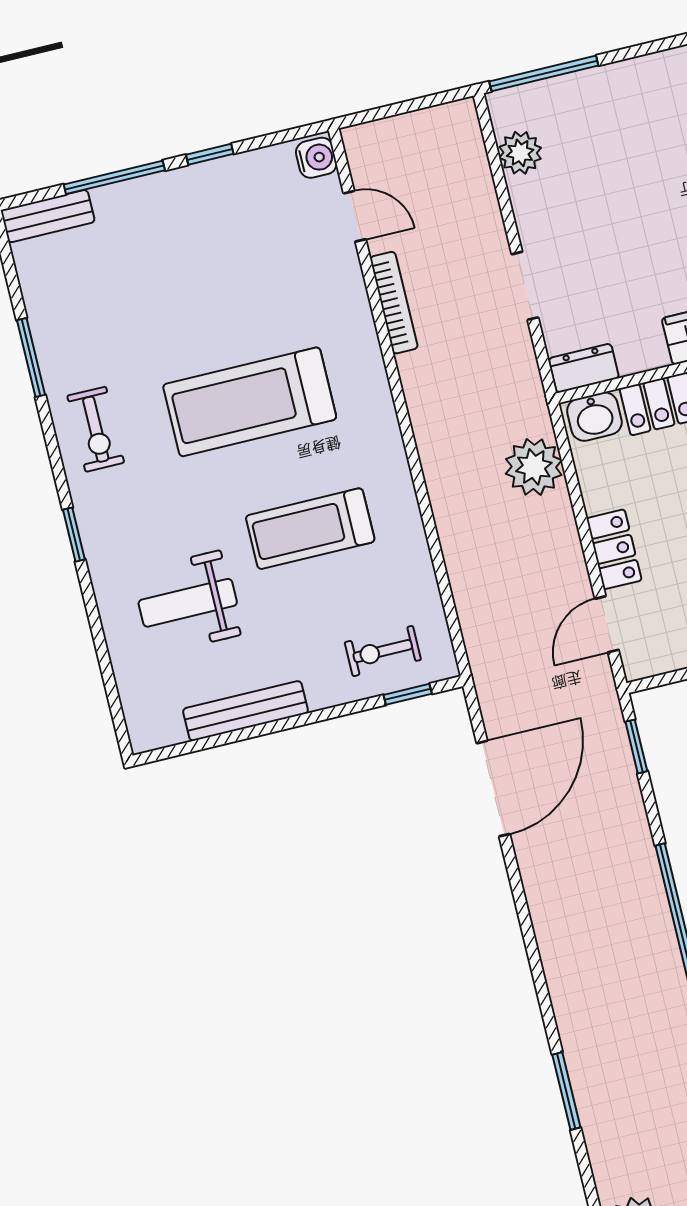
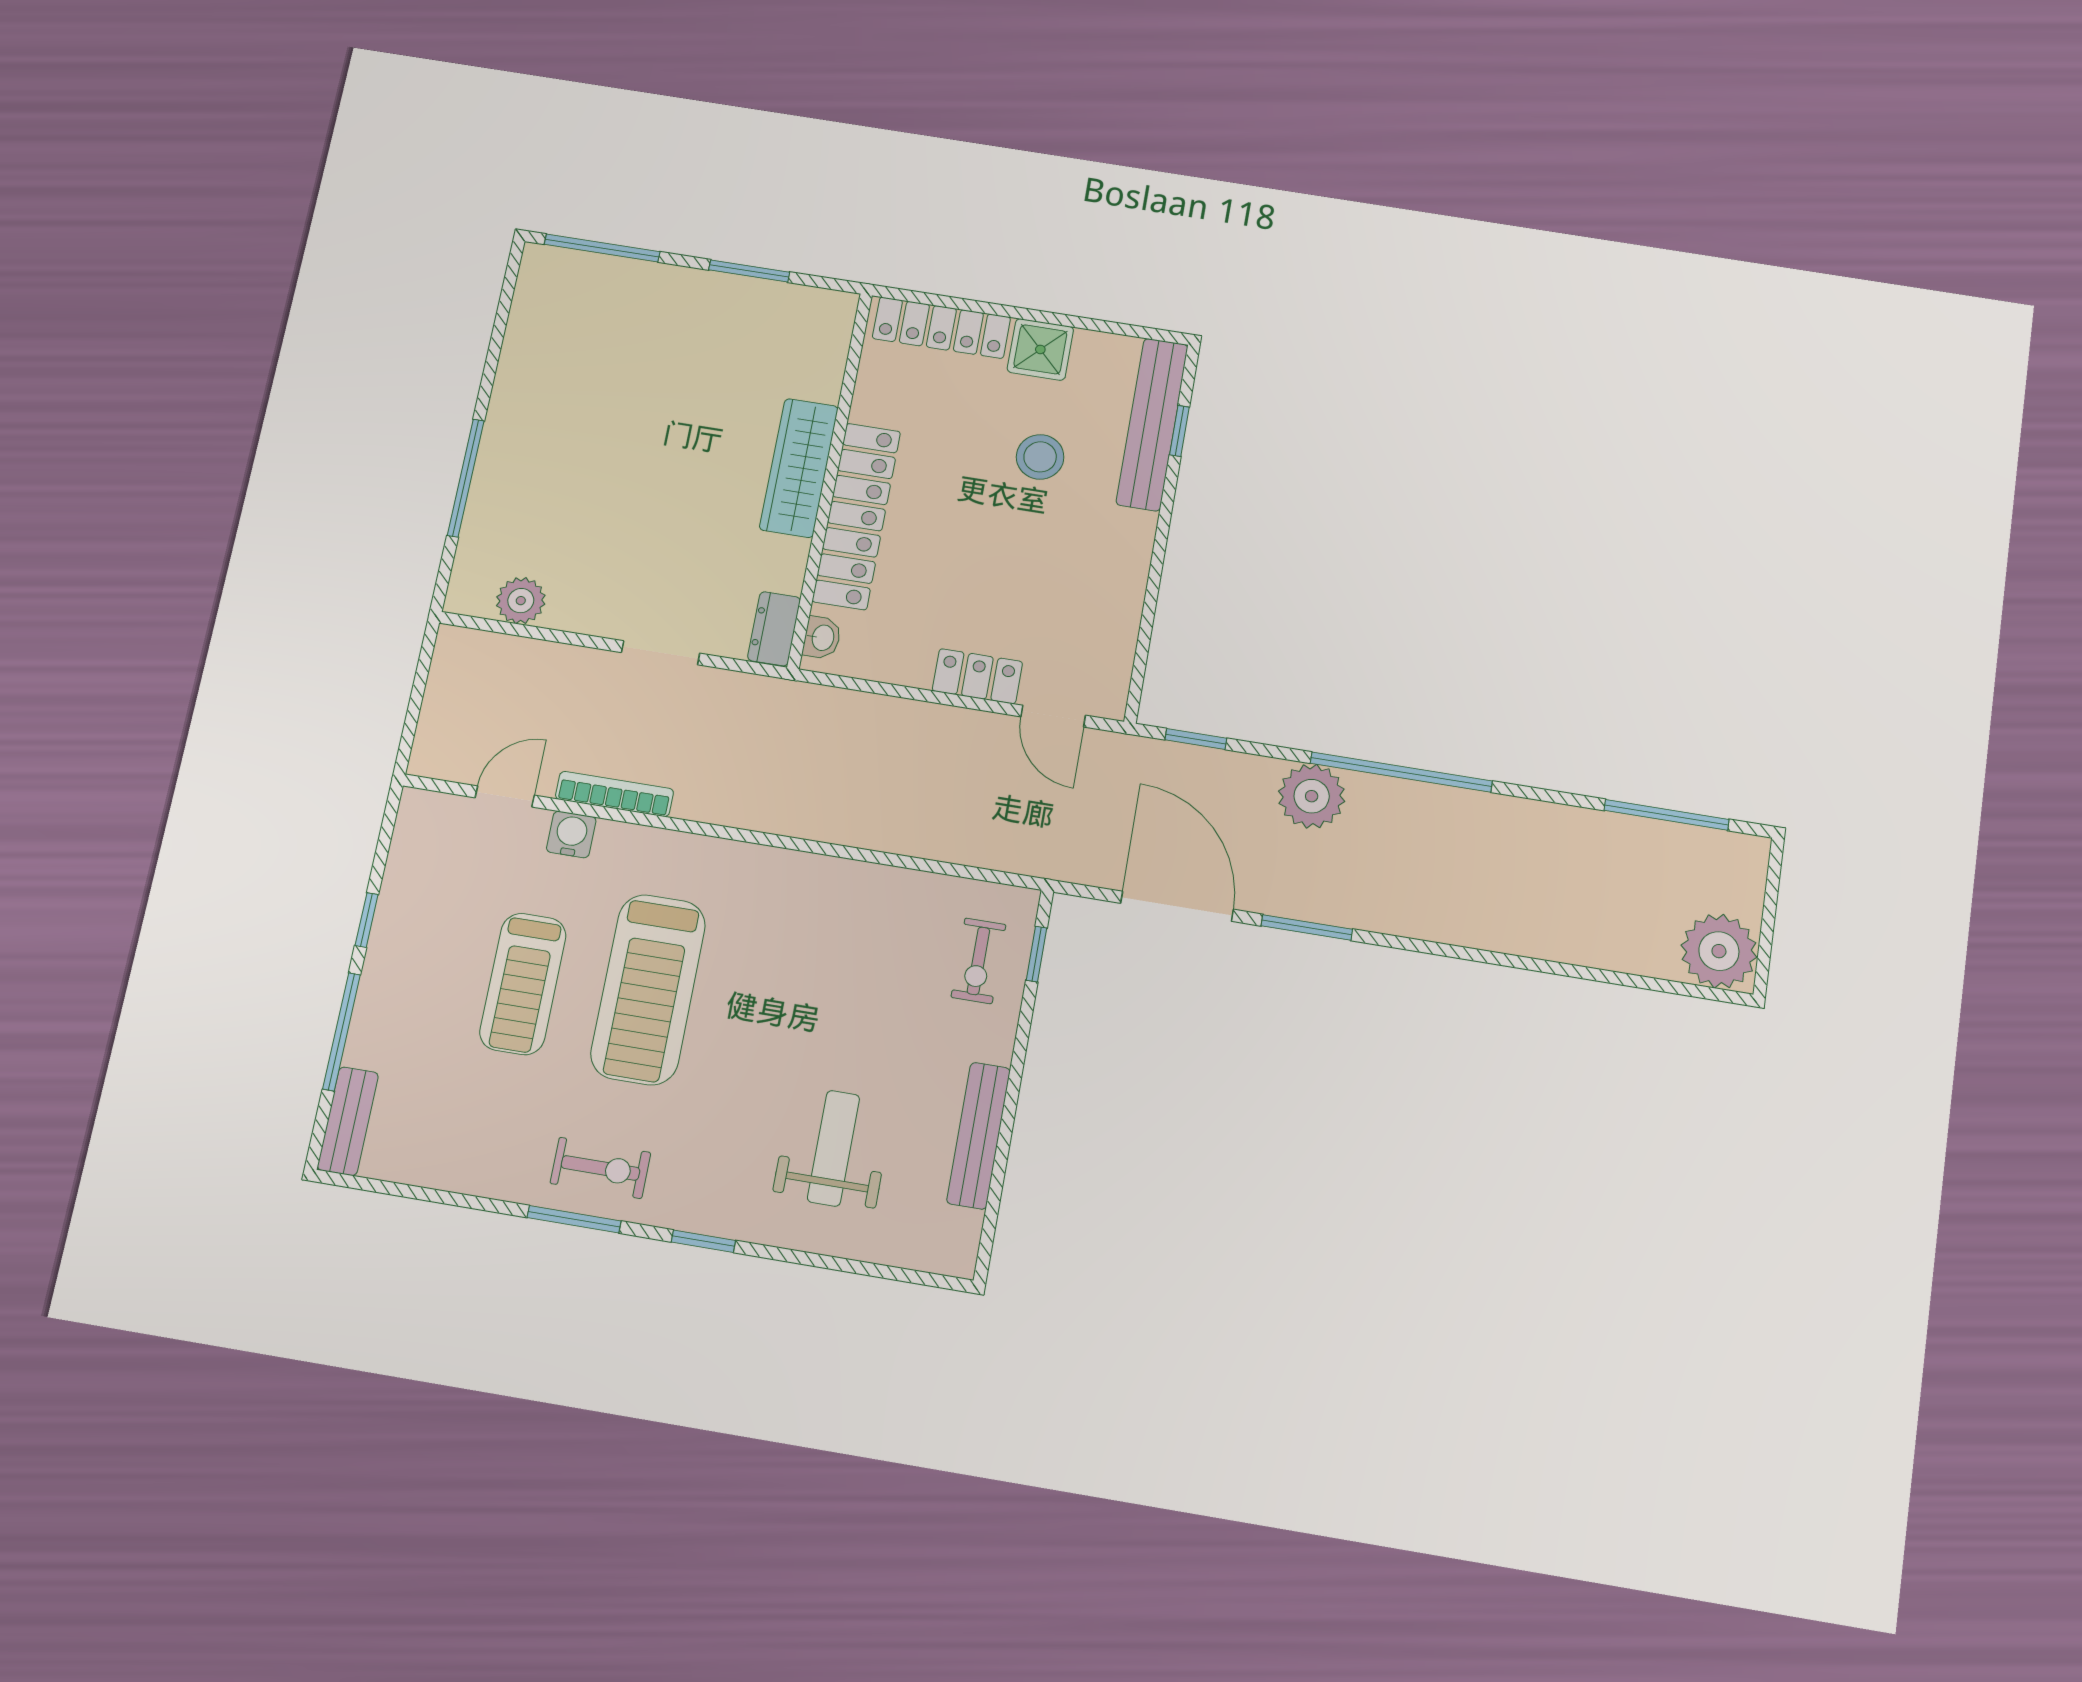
window: (544, 73) -> (466, 478), moved
water cooler: (316, 158) -> (571, 834), moved
window: (31, 357) -> (574, 1219), moved
washbasin: (594, 417) -> (822, 638), width x0.72, depth x0.69
plant: (534, 467) -> (1312, 796), moved
treadmill: (310, 529) -> (523, 984), moved
weight bench: (188, 603) -> (833, 1148), turned 180
window: (566, 1091) -> (1307, 927), moved

